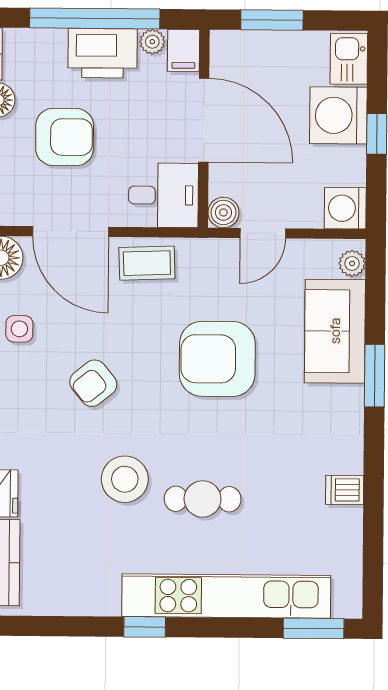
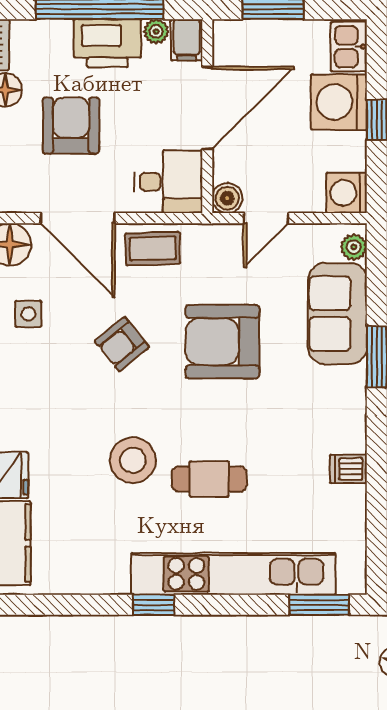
door: (204, 120) -> (207, 108), hinge flipped
armchair: (65, 137) -> (71, 126), turned -90
armchair: (93, 383) -> (122, 344), moved

